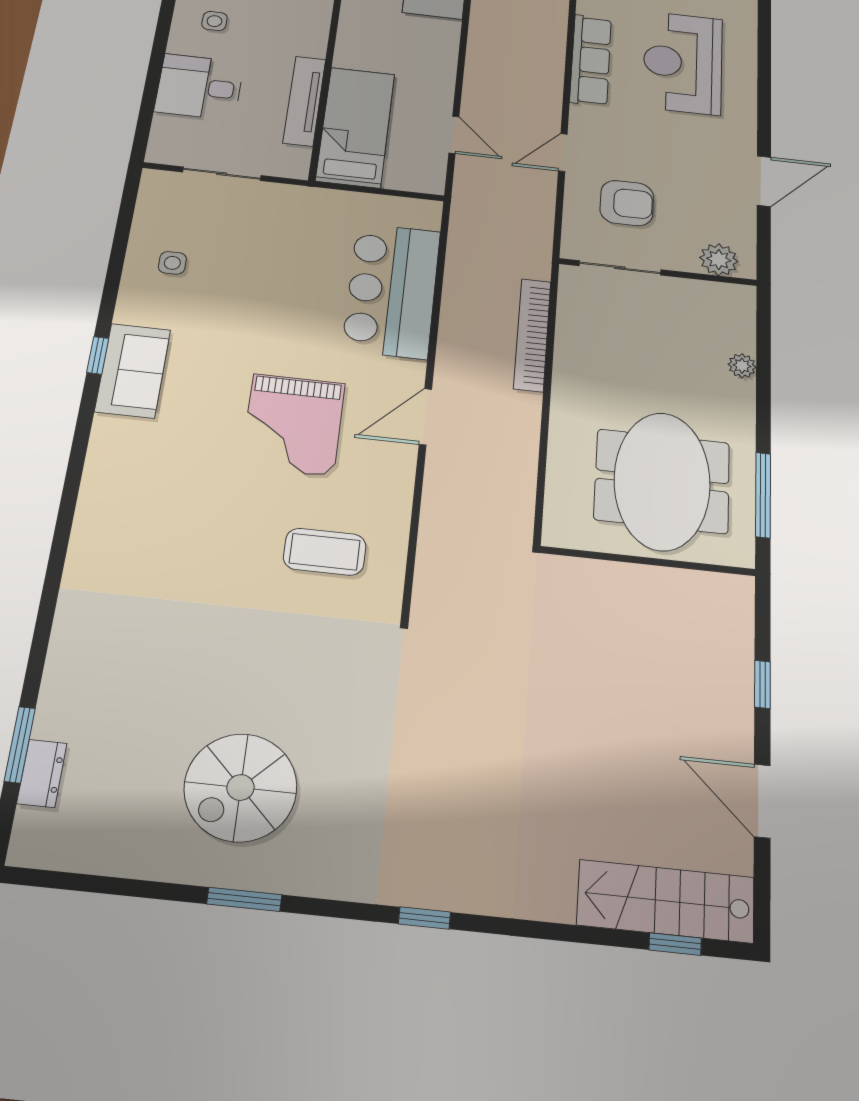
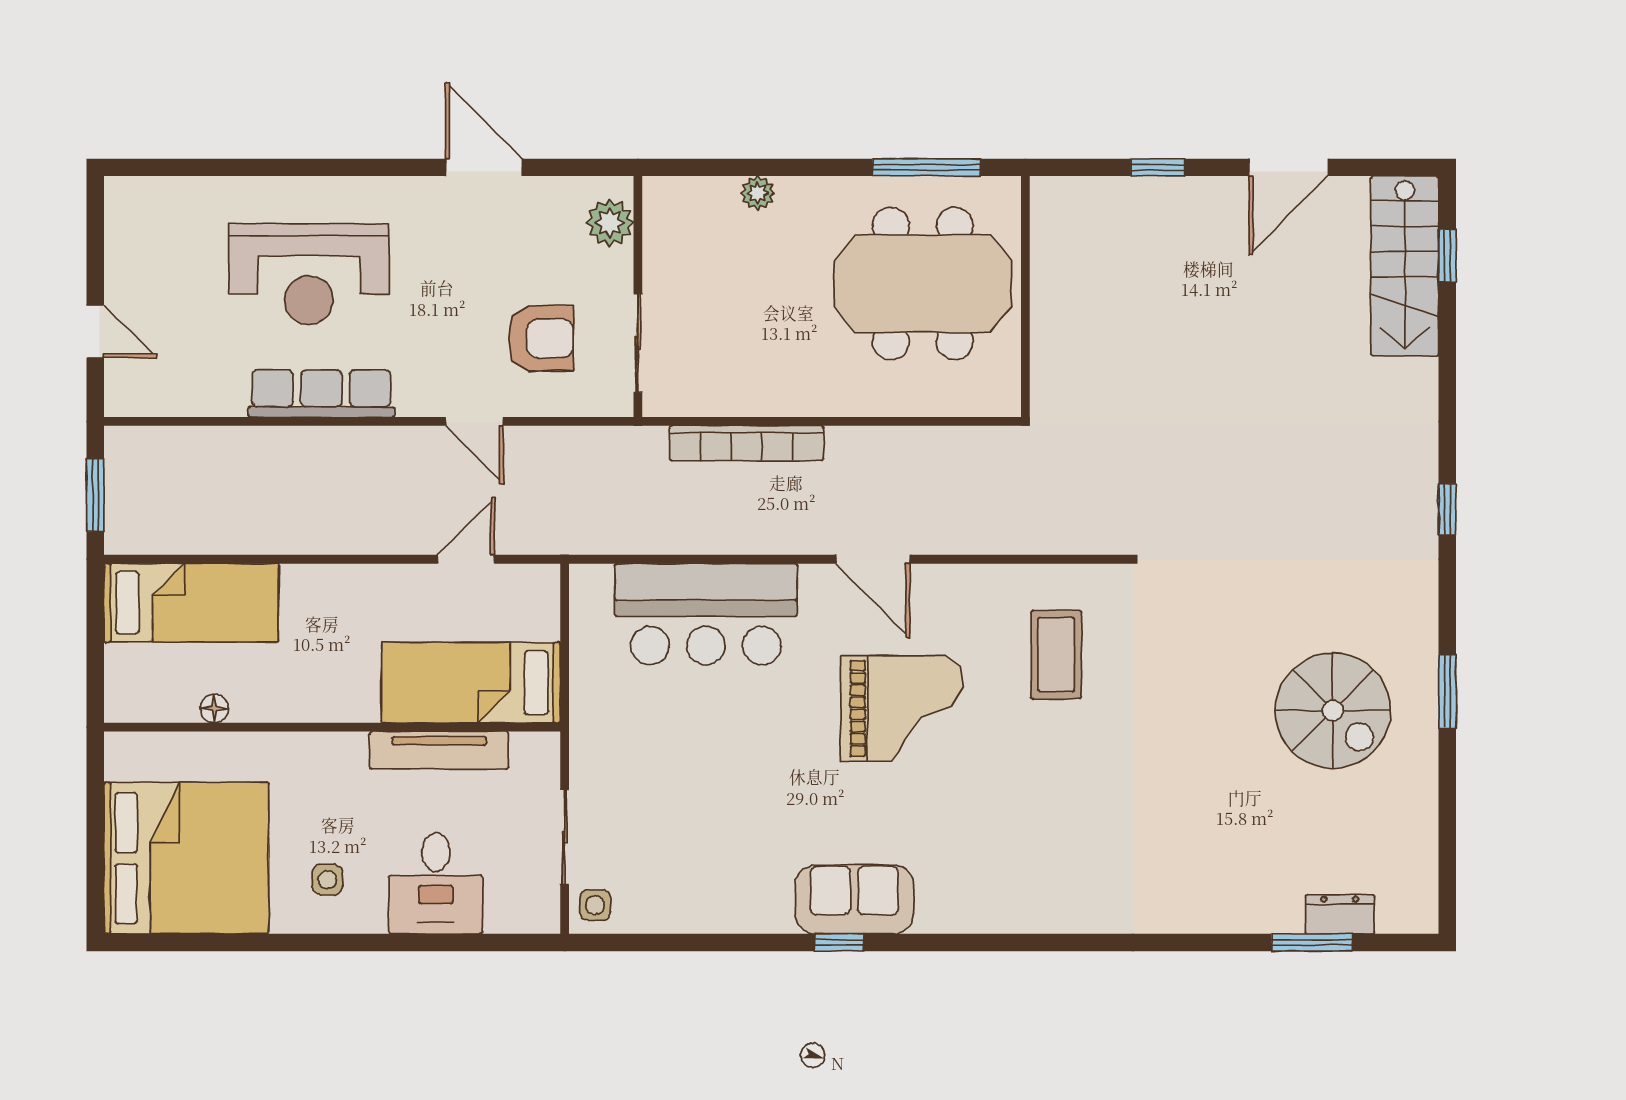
armchair: (627, 203) -> (541, 338), turned 90
side table: (172, 263) -> (595, 905), moved

